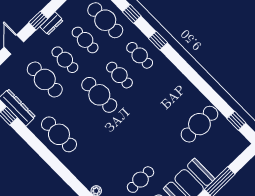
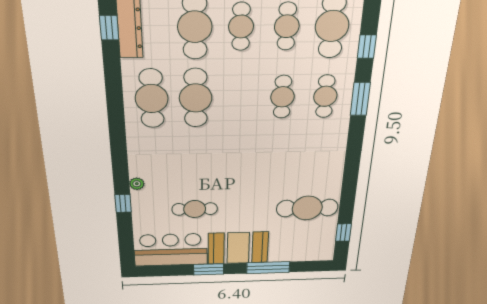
window: (158, 41) -> (360, 99), width x1.50
cafe table: (99, 95) -> (196, 98), moved

